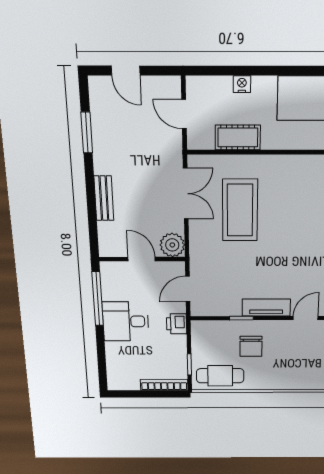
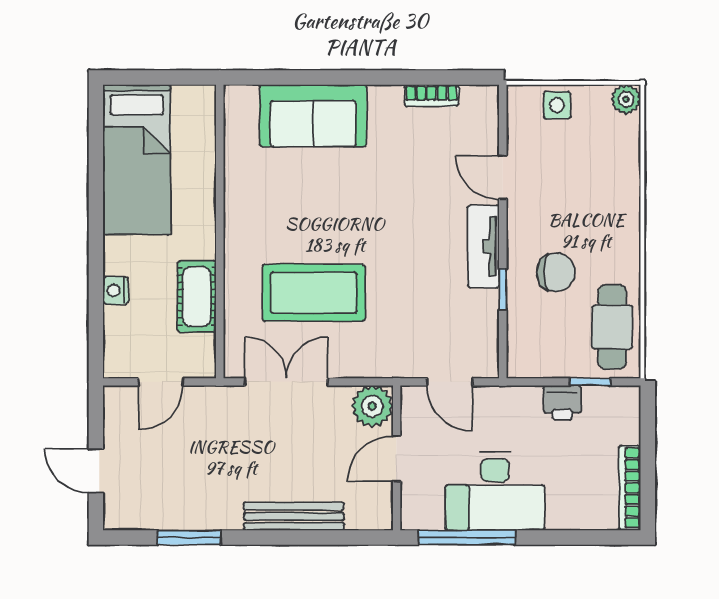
door: (126, 71) -> (96, 471), swing flipped
bench: (104, 198) -> (294, 516), width x1.36
desk: (126, 321) -> (495, 491), width x1.37
printer: (177, 324) -> (562, 403), moved
bookcase: (164, 385) -> (630, 488), moved

